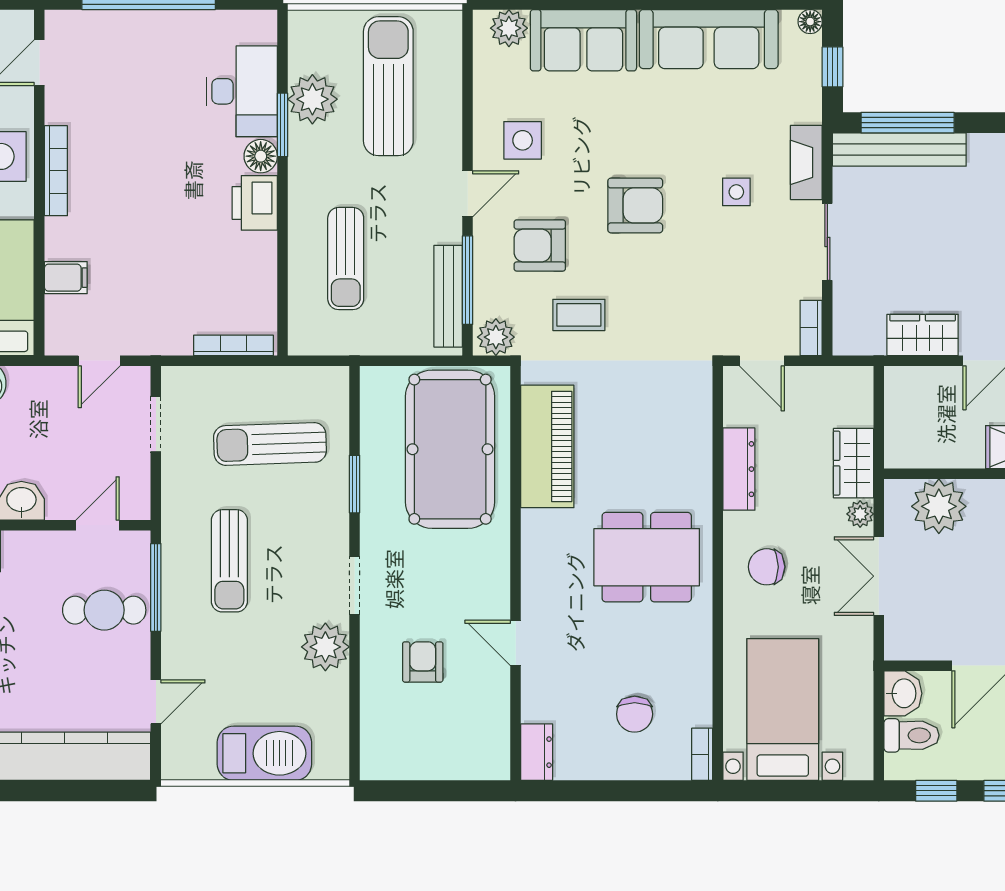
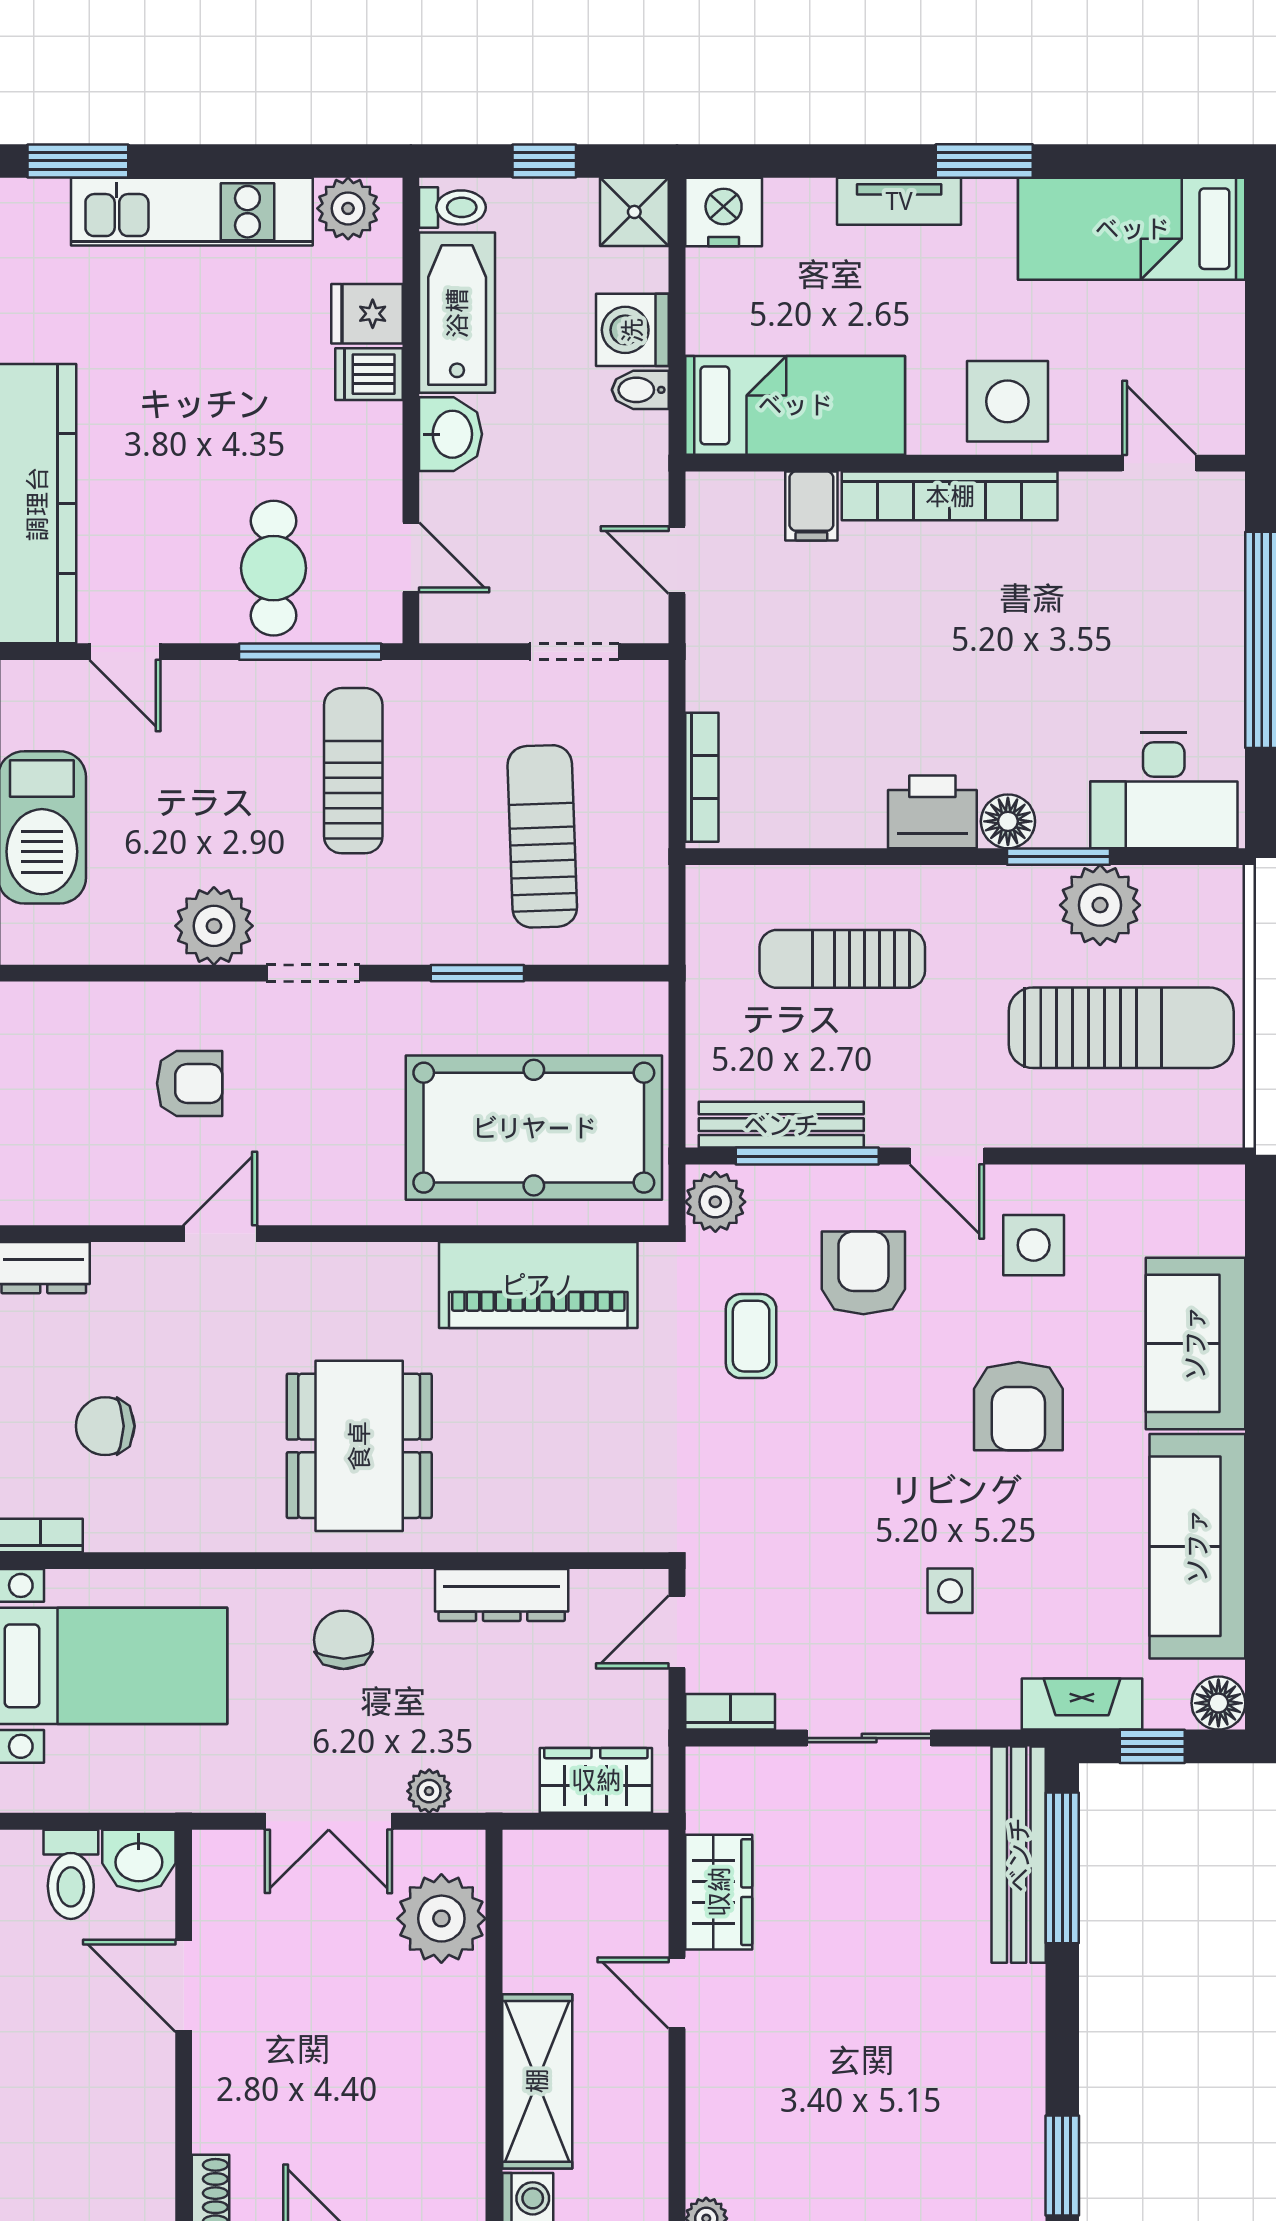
floor lamp: (810, 22) -> (1218, 1703), width x1.37, depth x1.37
plant: (509, 28) -> (1215, 1223), removed
desk: (242, 91) -> (1164, 791), moved
fireplace: (806, 162) -> (1082, 1704), moved
bookcase: (56, 171) -> (950, 496), width x1.48, depth x1.31
armchair: (635, 205) -> (1018, 1406), moved
wardrobe: (853, 463) -> (596, 1780), moved
sun lounger: (229, 561) -> (353, 771), turned 90
double door: (879, 576) -> (329, 1821), swing flipped

